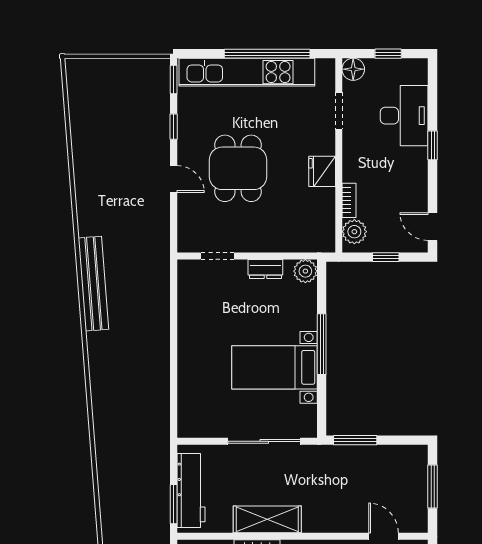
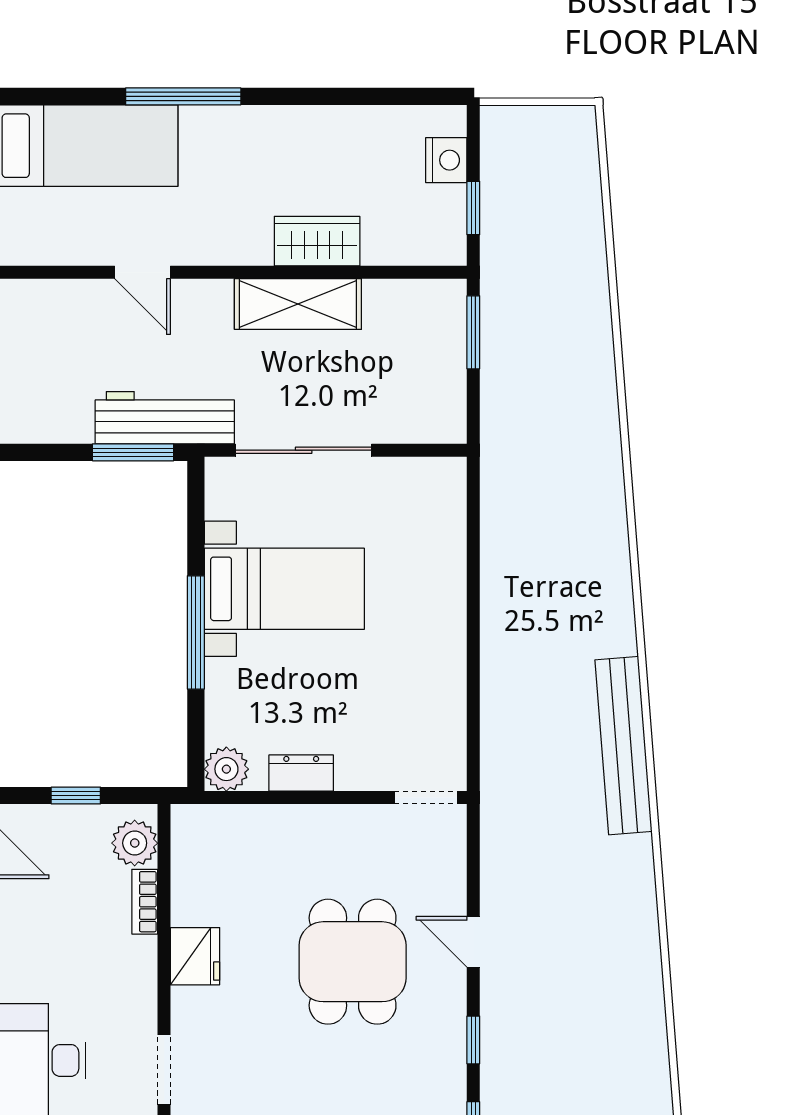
doorway: (217, 256) -> (426, 798), moved
workbench: (191, 491) -> (165, 418), moved, turned 90
door: (384, 536) -> (142, 272), moved

